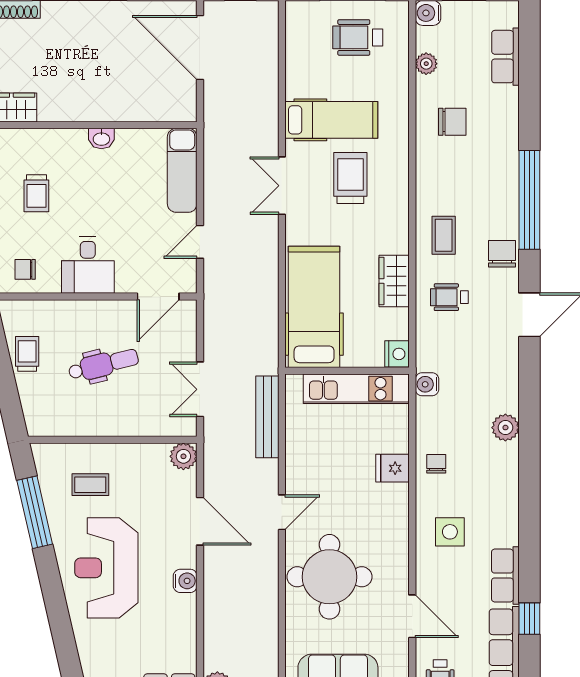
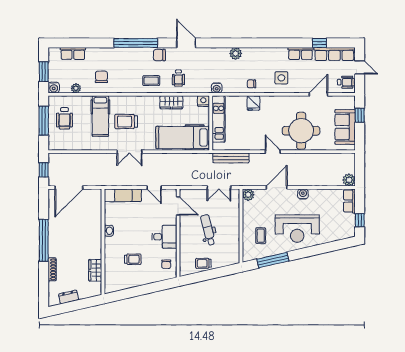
hospital bed: (331, 120) -> (100, 116), moved, turned 180

